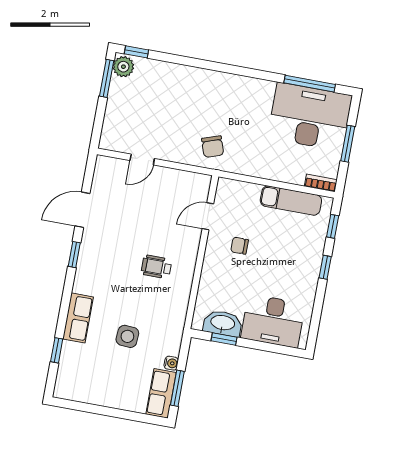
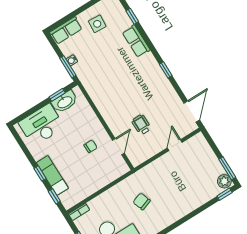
chair: (213, 147) -> (142, 201), moved
exam couch: (291, 201) -> (52, 175), moved, turned 90
door: (82, 210) -> (192, 111), moved
wheelchair: (156, 267) -> (141, 125), moved, turned -90
side table: (127, 336) -> (97, 24), moved
window: (177, 388) -> (68, 67), moved
row of seats: (161, 393) -> (66, 30), moved, turned 90

